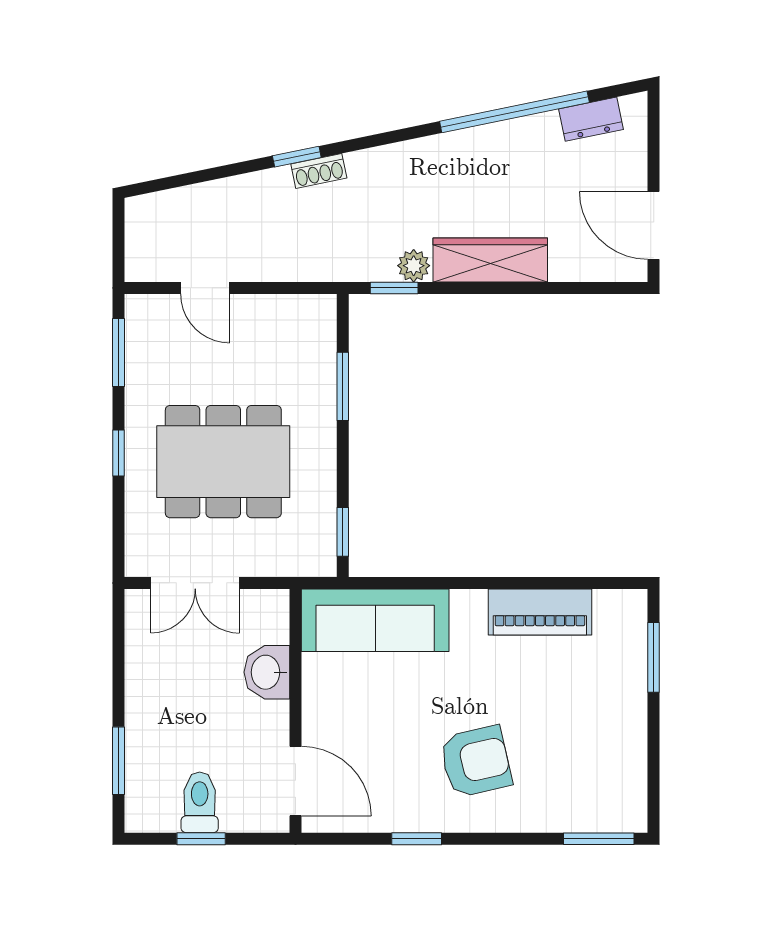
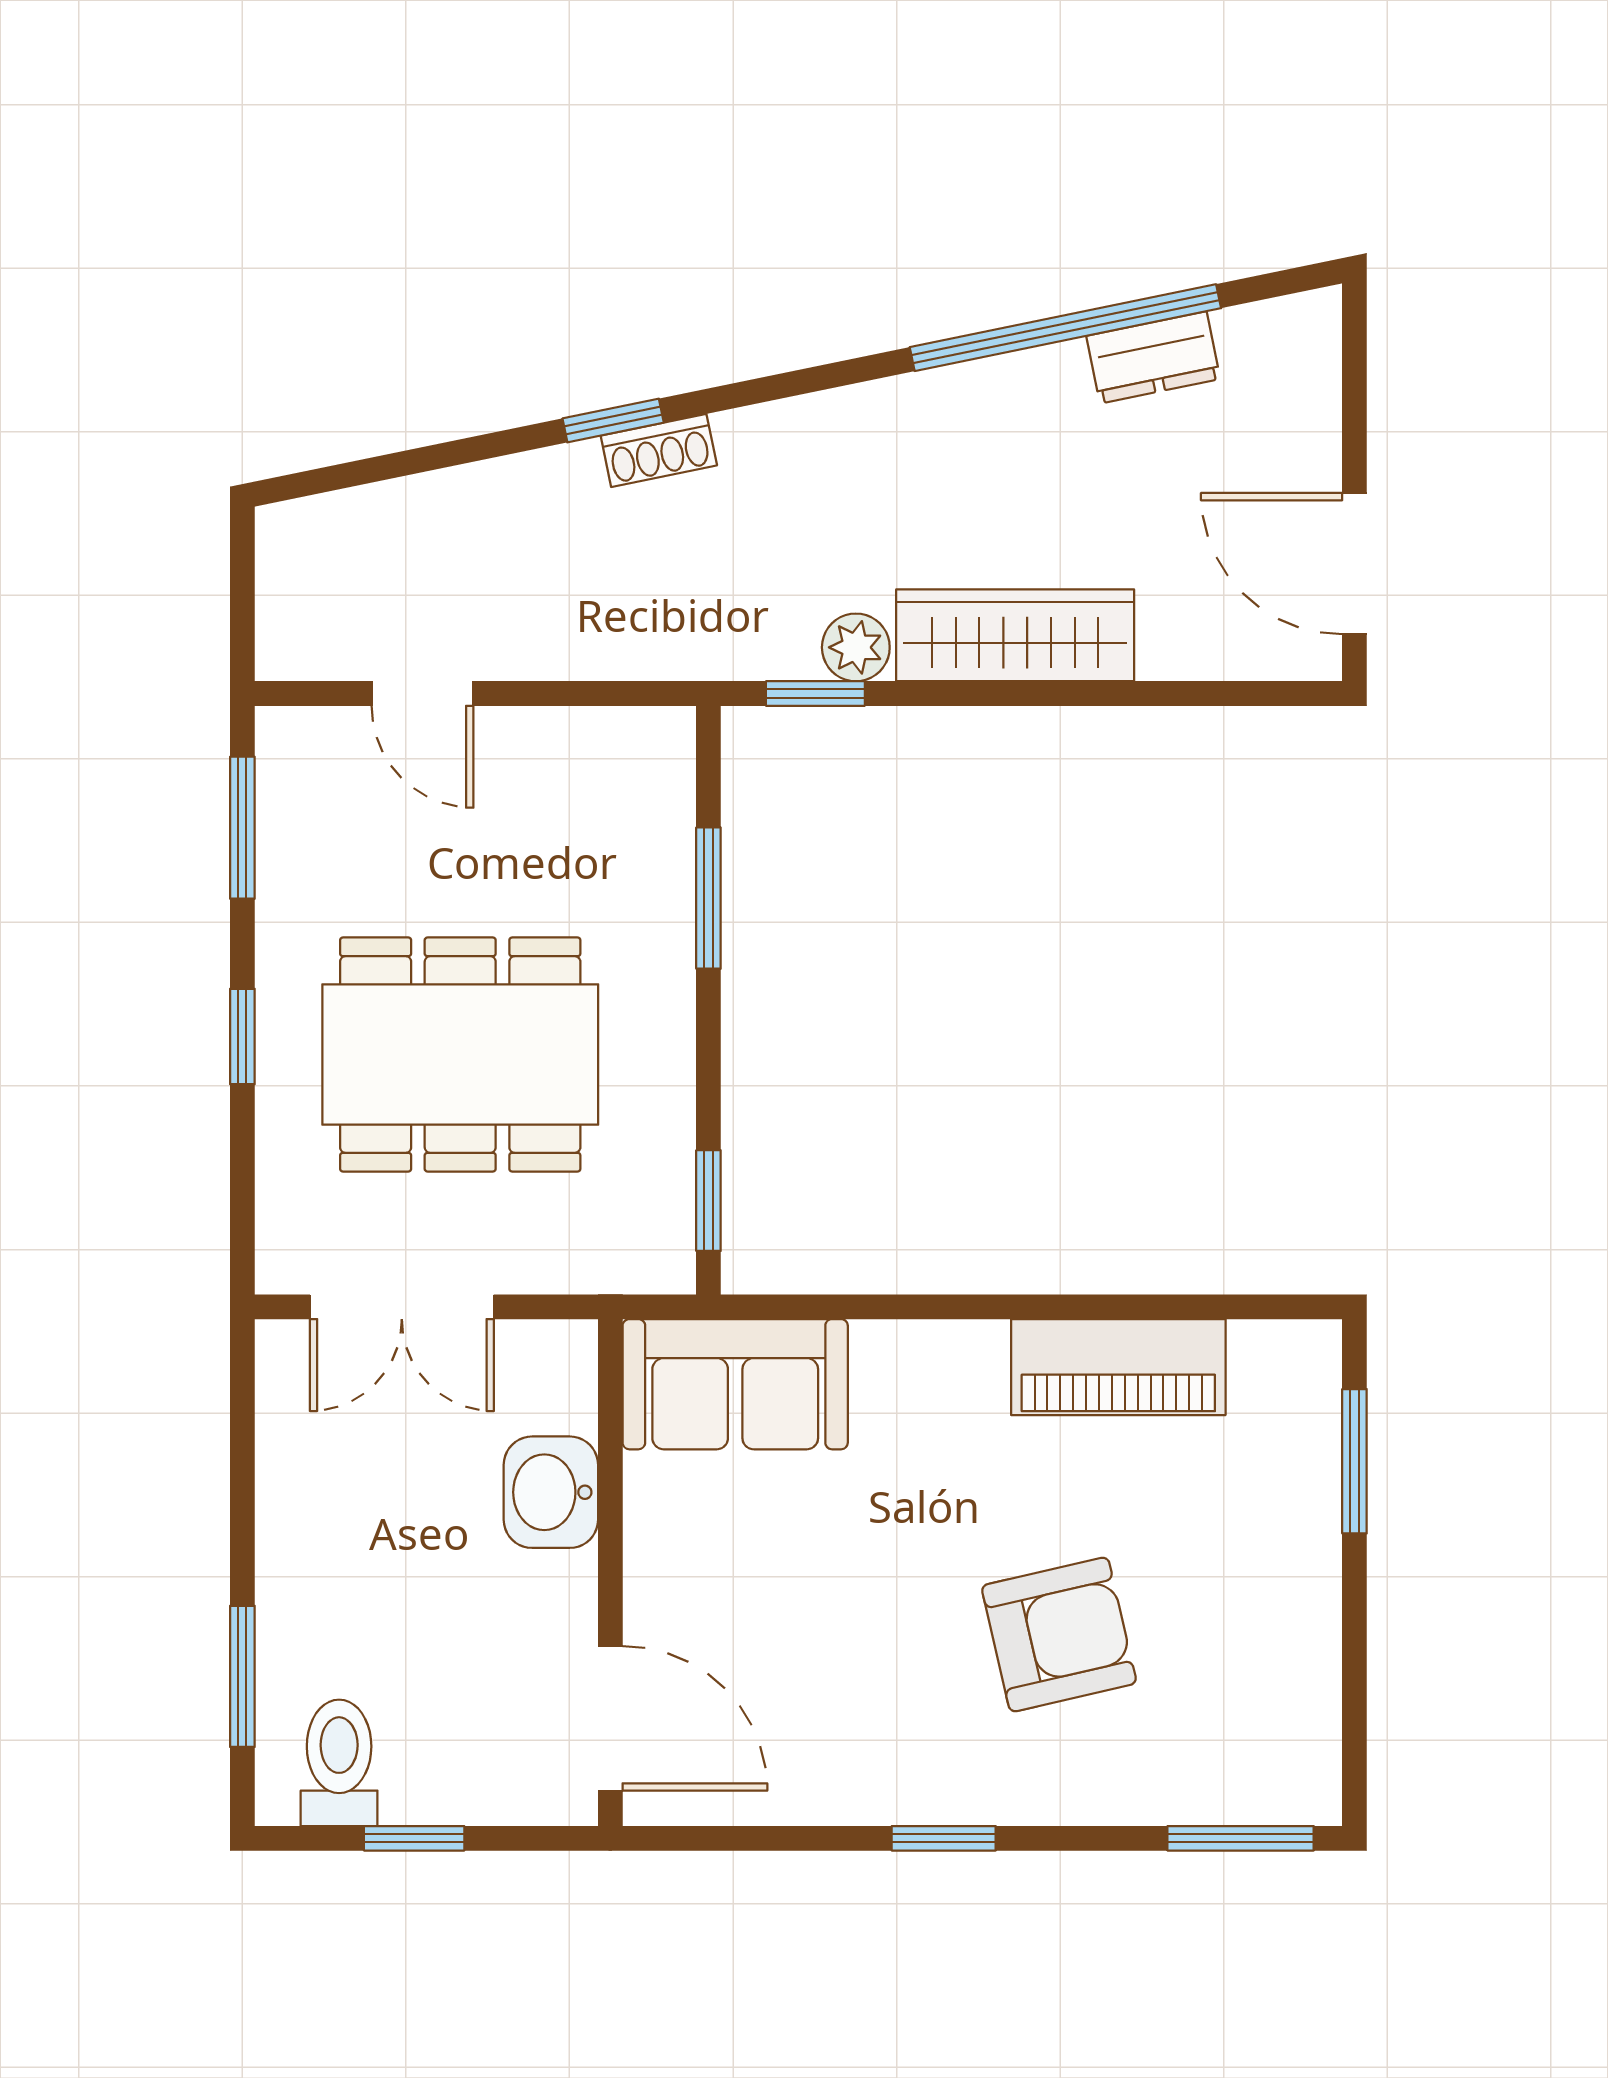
dresser: (591, 119) -> (1153, 357), moved
sofa: (375, 620) -> (735, 1384), width x0.73
armchair: (476, 761) -> (1059, 1635), moved
toilet: (200, 802) -> (339, 1763), moved
window: (417, 839) -> (944, 1838), moved

